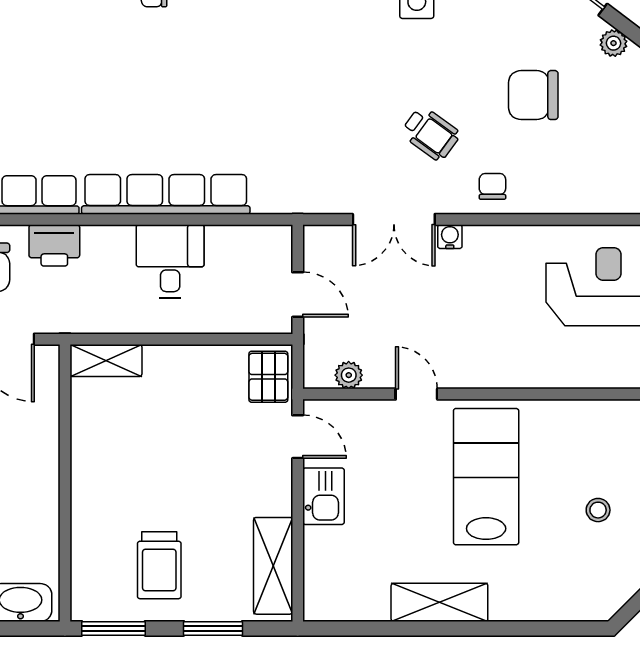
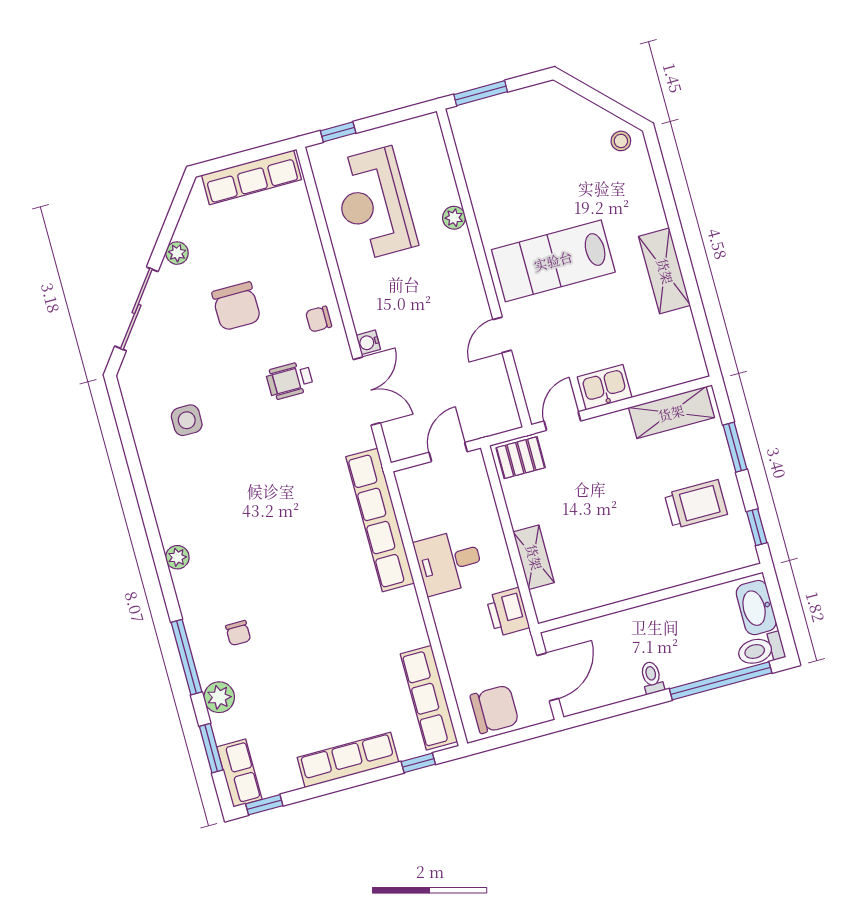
wheelchair: (431, 134) -> (290, 380), turned -126
row of seats: (166, 194) -> (380, 520), moved
printer: (54, 245) -> (508, 612), moved, turned 180
shelving: (106, 361) -> (534, 557), moved
plant: (349, 375) -> (454, 218), moved
stool: (598, 510) -> (621, 141), moved
window: (113, 628) -> (757, 527), width x0.67

